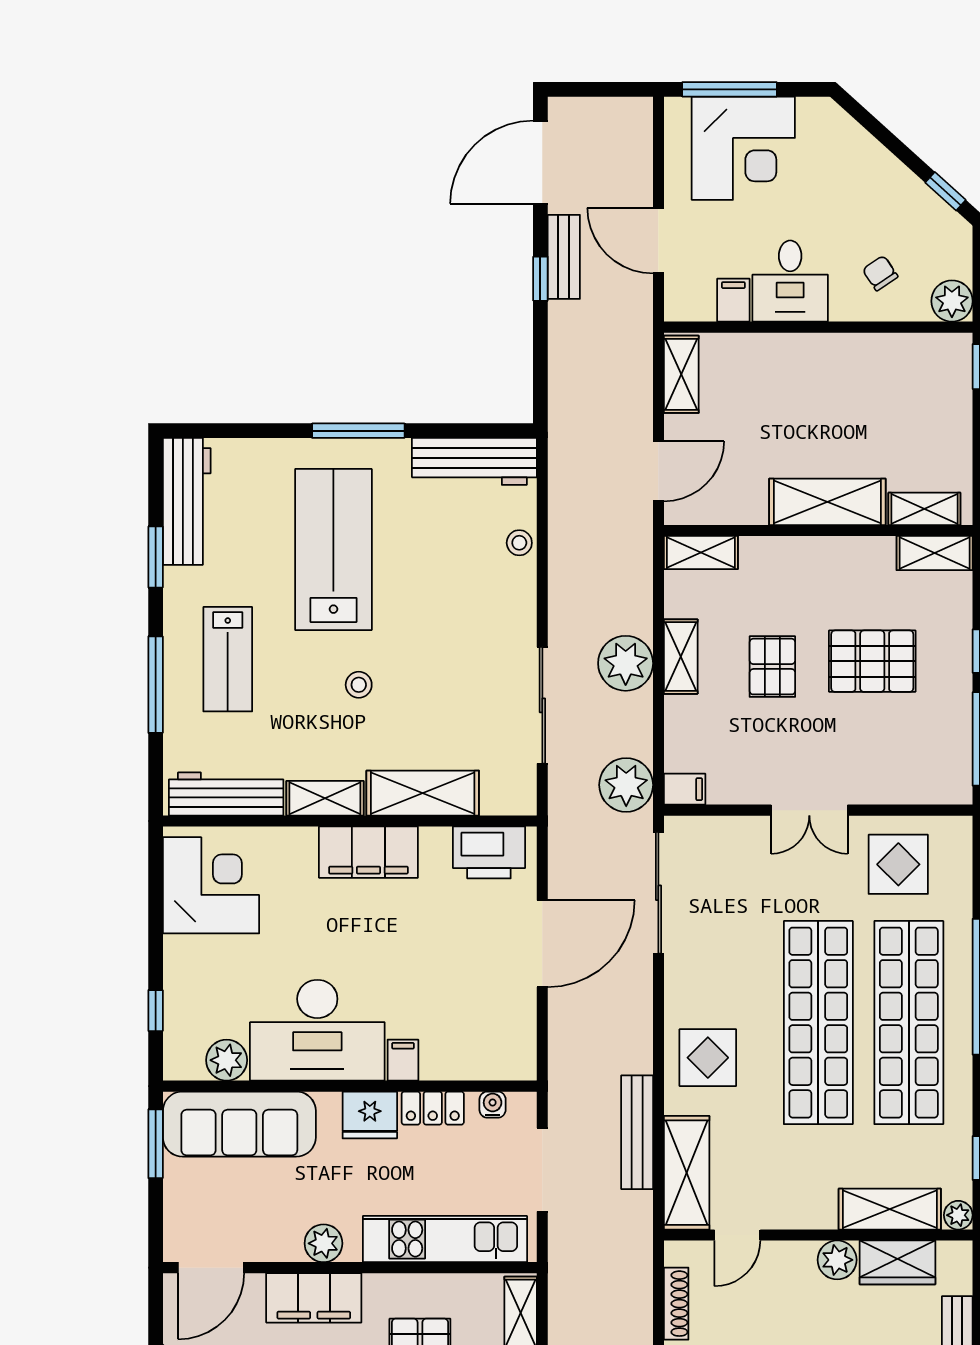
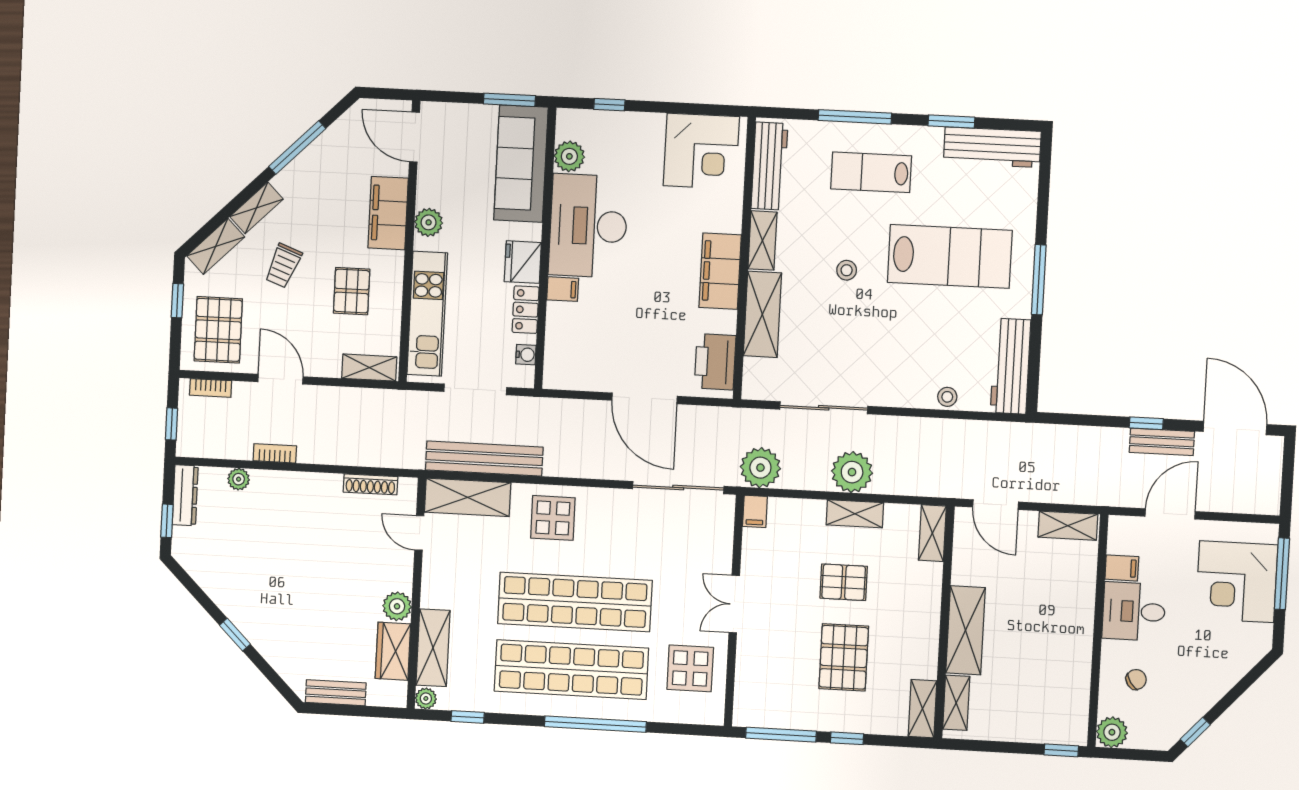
bench: (637, 1132) -> (484, 459), width x1.37, depth x1.21

